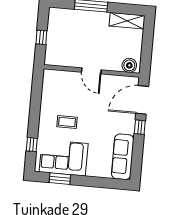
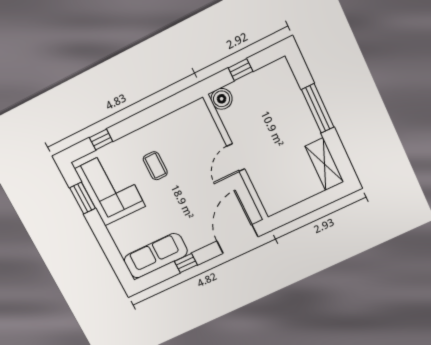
boiler: (129, 65) -> (222, 99), moved
door: (142, 100) -> (237, 239), hinge flipped
window: (140, 127) -> (186, 263), moved

